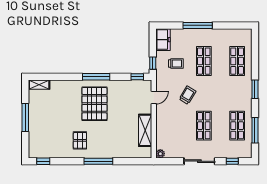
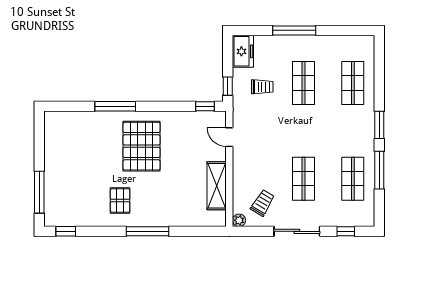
window: (96, 77) -> (115, 106), moved
shelving: (39, 85) -> (60, 118), removed
trolley: (187, 95) -> (263, 203), moved
door: (154, 98) -> (229, 137), swing flipped
window: (25, 118) -> (39, 192), moved
window: (255, 130) -> (379, 170), moved

